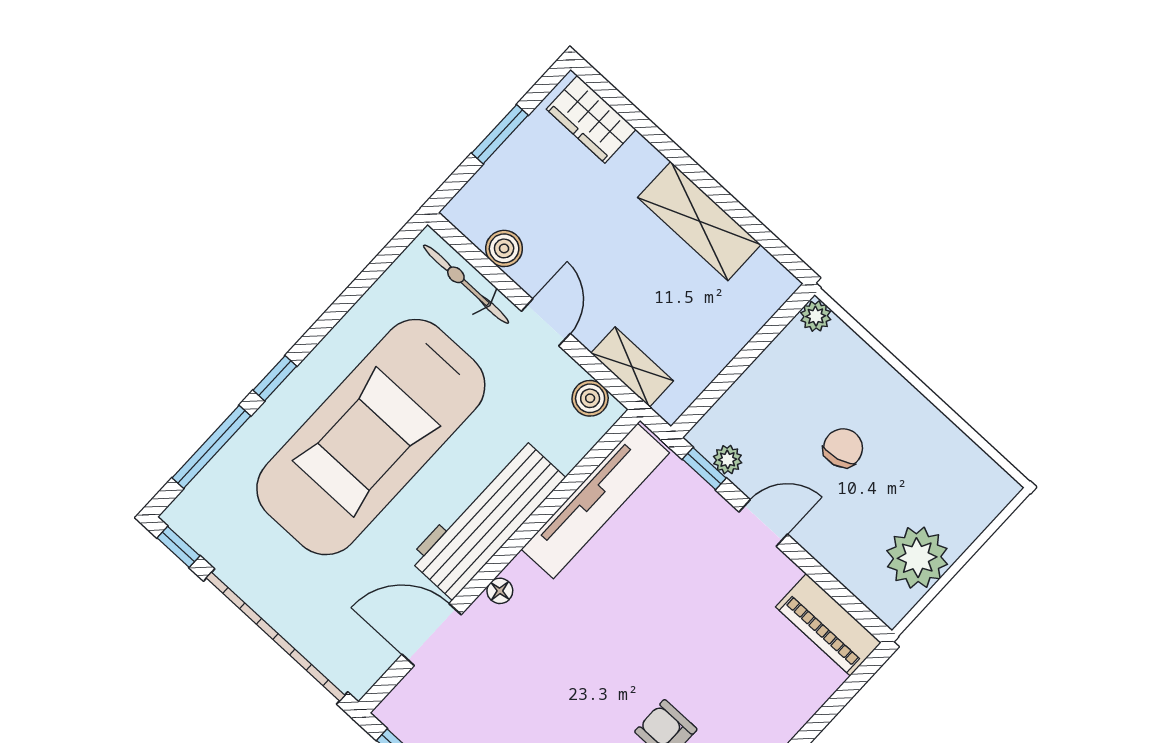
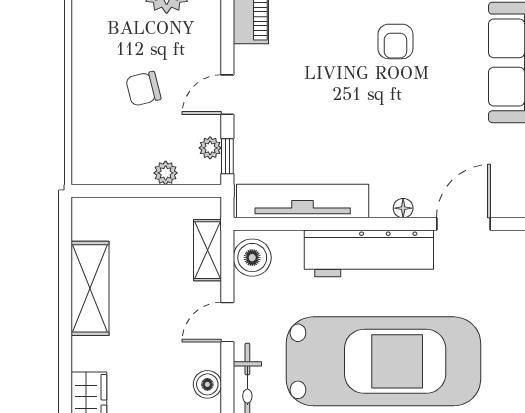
plant: (816, 316) -> (166, 173), moved
boiler: (590, 398) -> (252, 258), width x1.36, depth x1.36
door: (763, 523) -> (227, 95), hinge flipped
door: (432, 635) -> (463, 224), swing flipped

